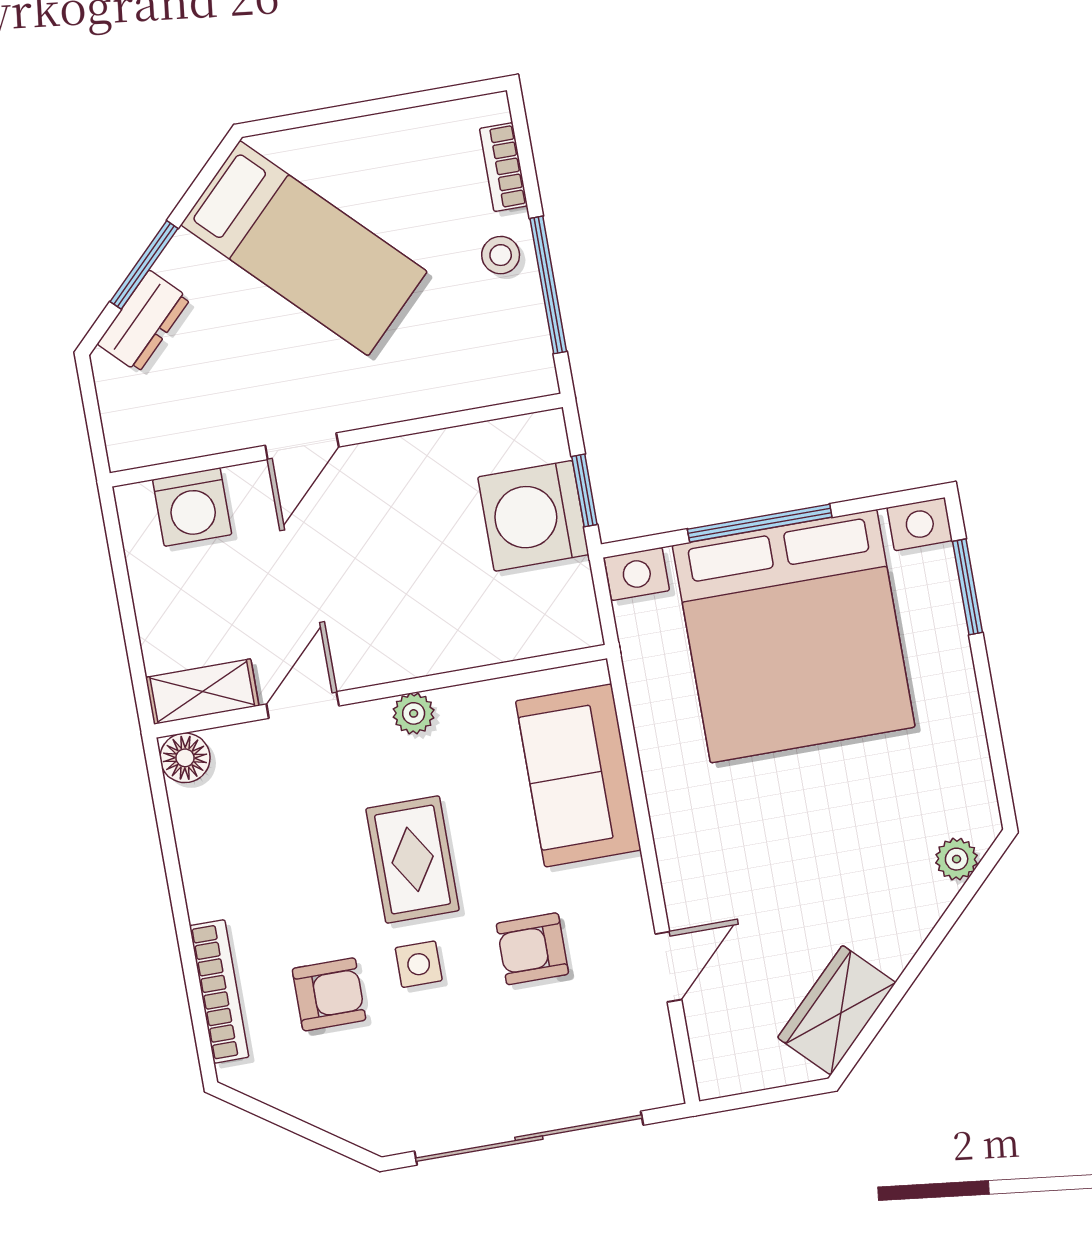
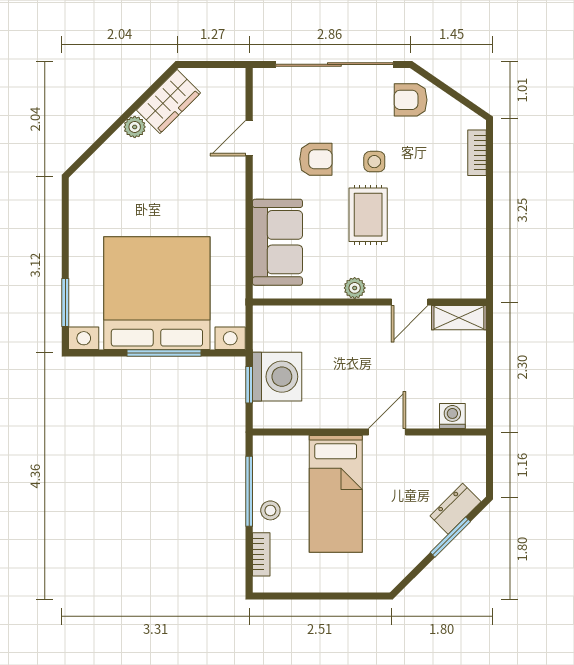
bed: (304, 248) -> (336, 494), moved, turned -135
washing machine: (192, 507) -> (452, 416), width x0.73, depth x0.73
floor lamp: (185, 758) -> (473, 286), removed
plant: (957, 859) -> (135, 127), moved
bookcase: (219, 991) -> (477, 153), width x0.64
armchair: (329, 994) -> (411, 100), moved

